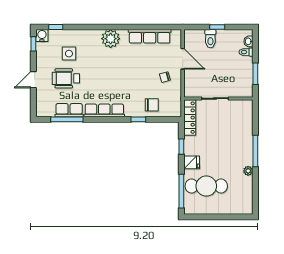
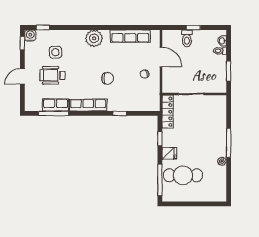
chair: (152, 105) -> (108, 78), moved

